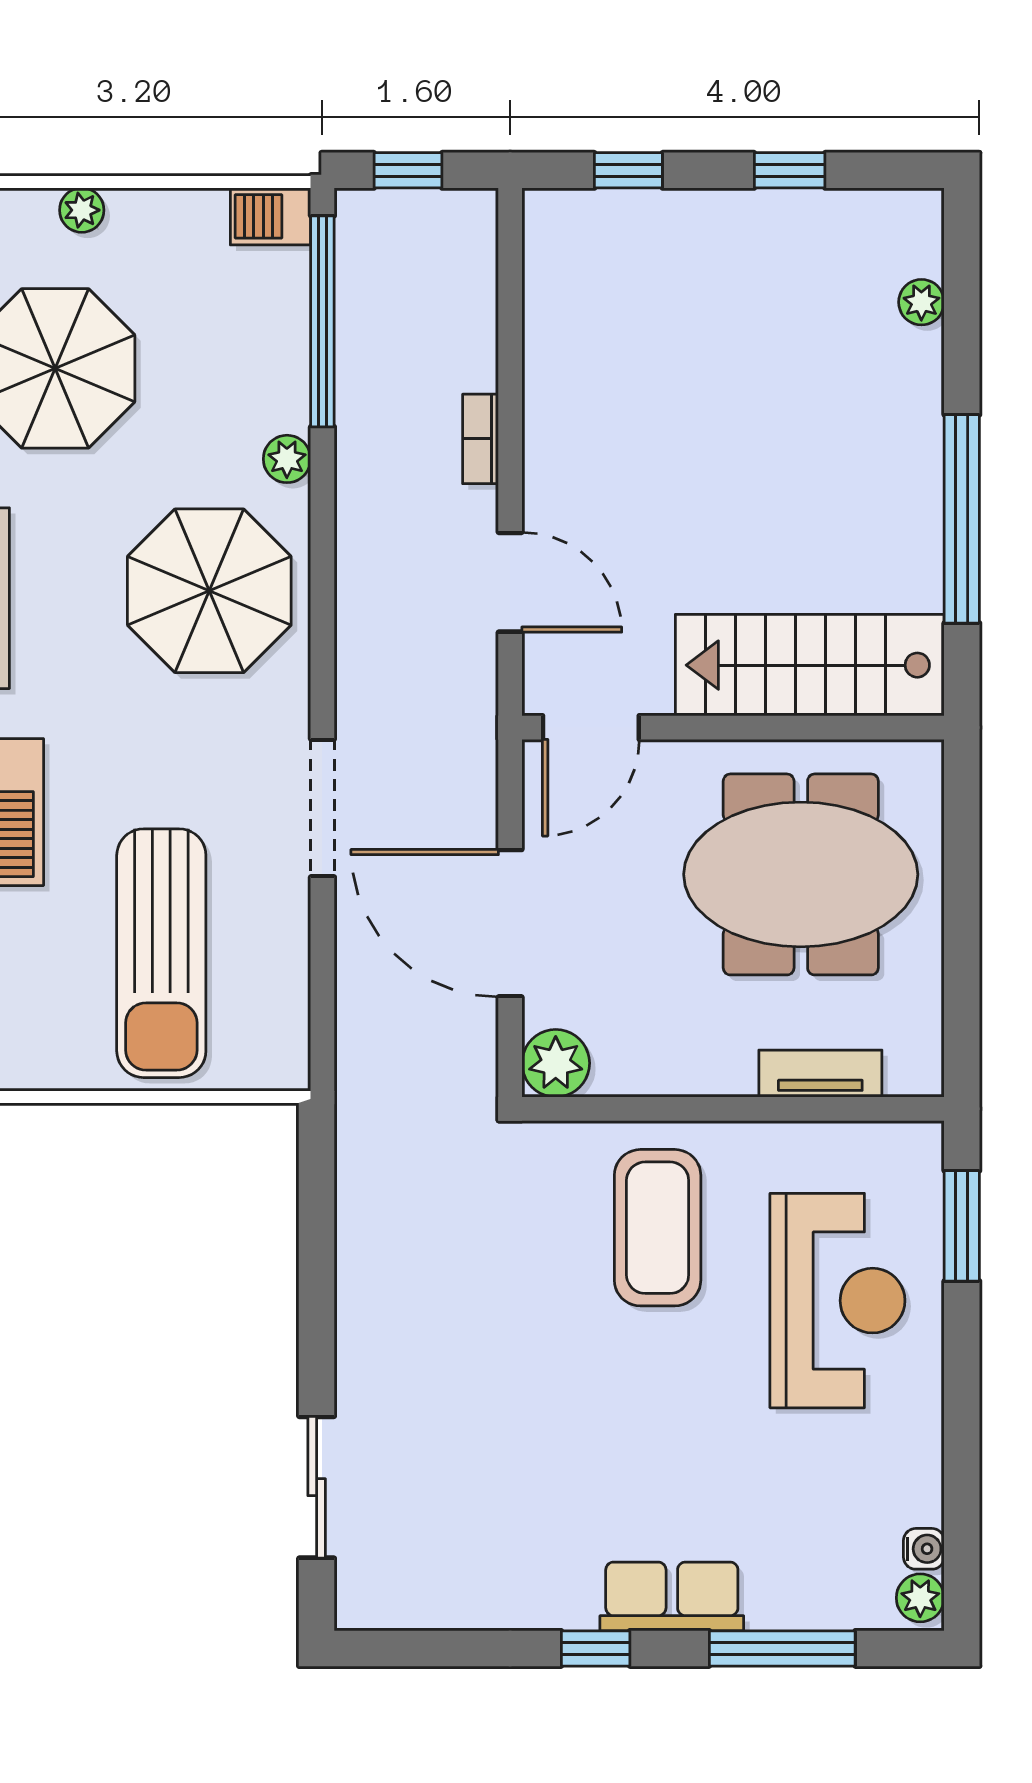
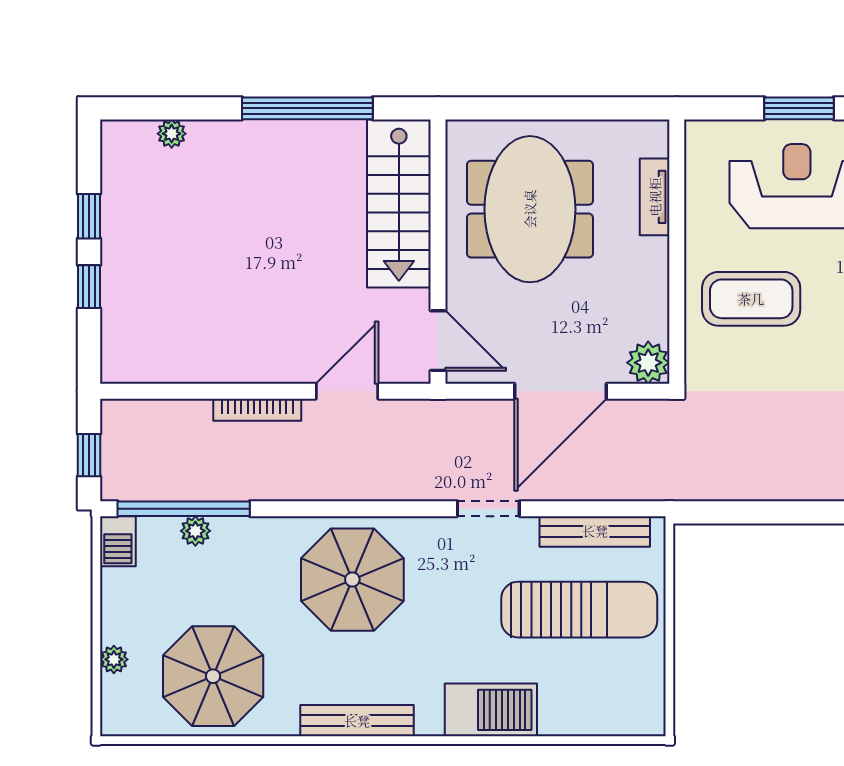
window: (628, 170) -> (89, 287), moved
bookcase: (481, 439) -> (257, 410), width x1.56
plant: (287, 459) -> (195, 531), moved
doorway: (322, 808) -> (488, 509), width x0.73
bench: (286, 978) -> (595, 531), added
window: (962, 1226) -> (799, 108), moved

